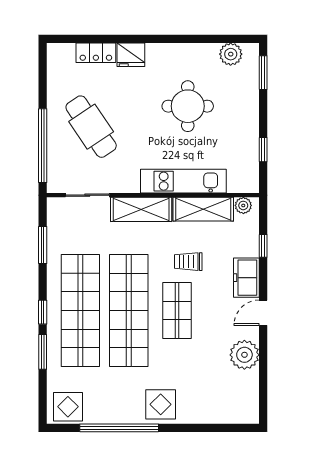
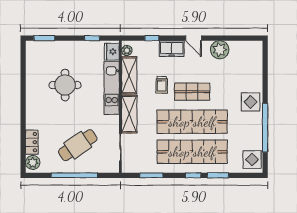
plant: (231, 54) -> (33, 162), moved
fridge: (131, 55) -> (112, 52), moved, turned 180
window: (43, 146) -> (74, 175), moved

